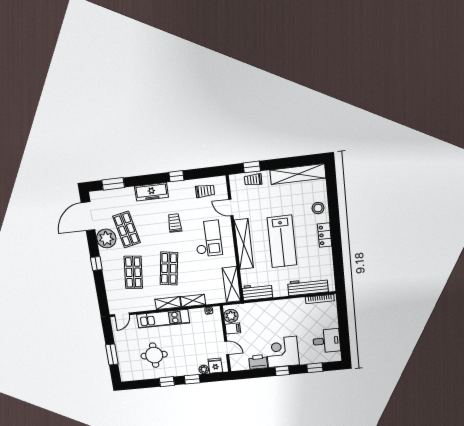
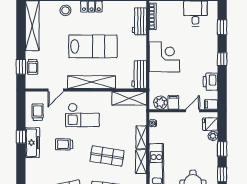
freezer: (151, 192) -> (32, 143), moved
checkout: (208, 239) -> (82, 115), turned 180
workbench: (308, 287) -> (139, 21), width x0.73
corner desk: (282, 352) -> (164, 57), moved, turned 180
filing cabinet: (235, 365) -> (211, 104), added

